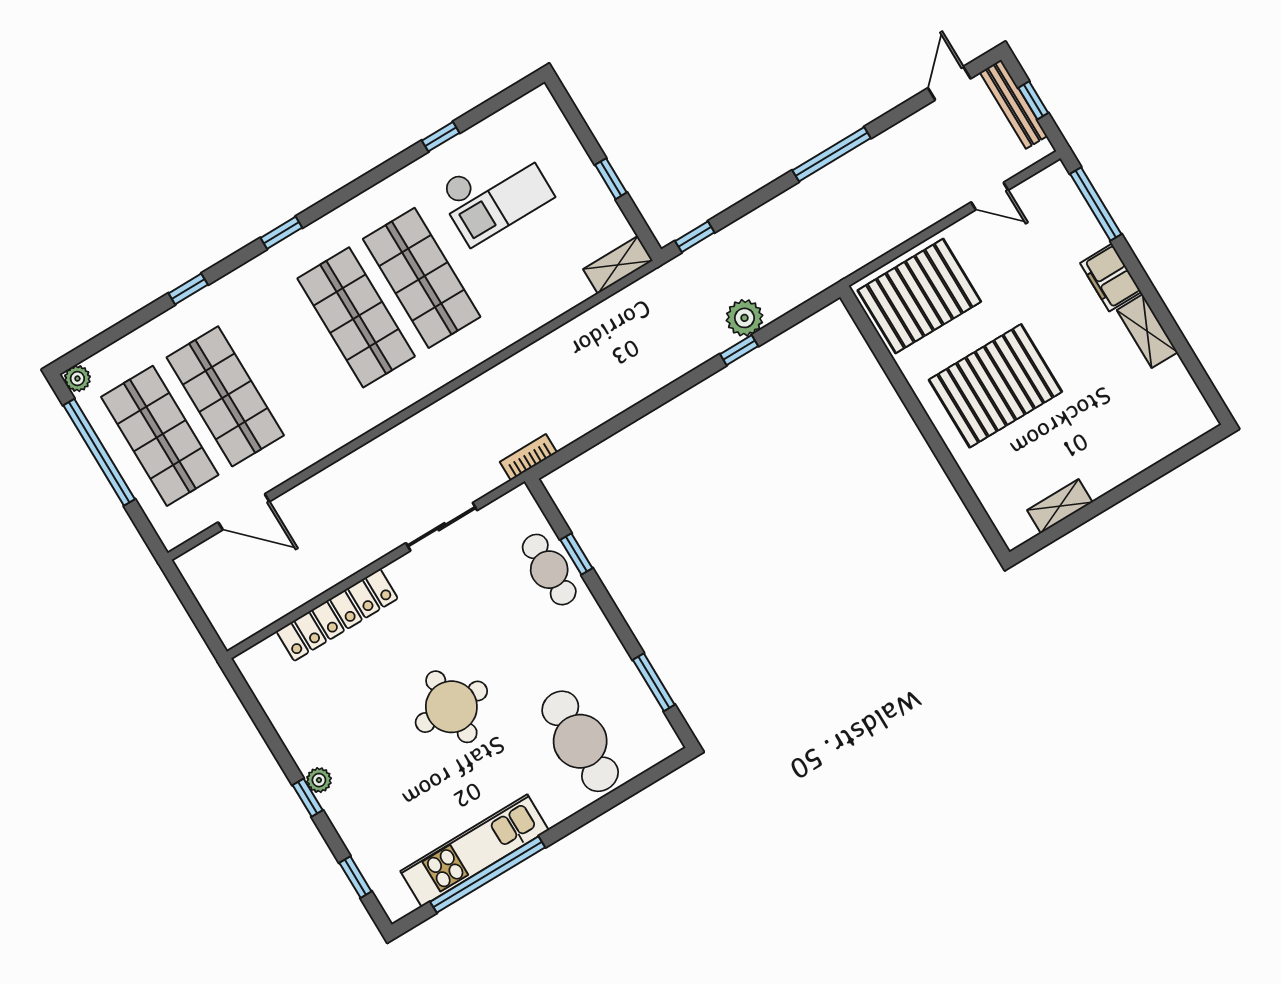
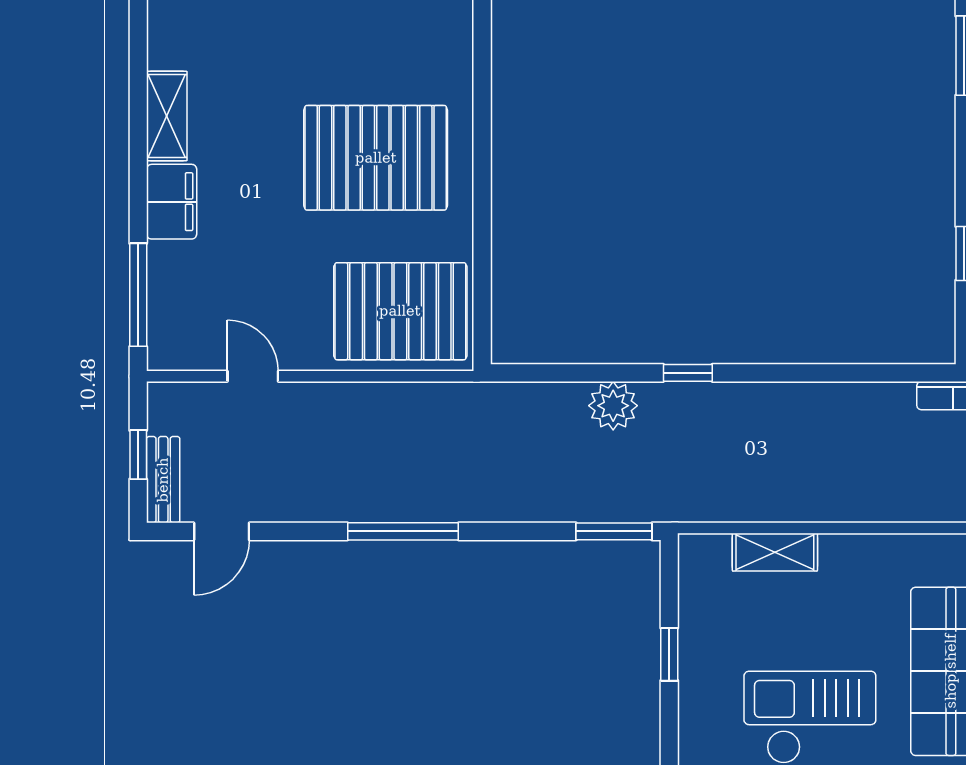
bench: (1013, 104) -> (163, 480), width x0.73
window: (695, 237) -> (614, 531), width x1.50
shelving: (618, 265) -> (775, 552), moved
window: (739, 350) -> (688, 373), moved

